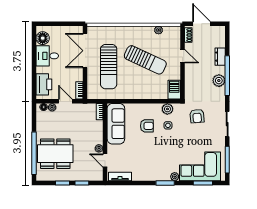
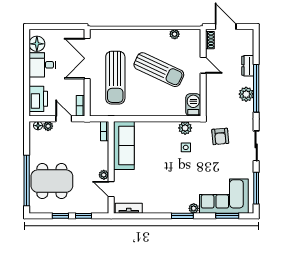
armchair: (147, 126) -> (161, 148), removed

